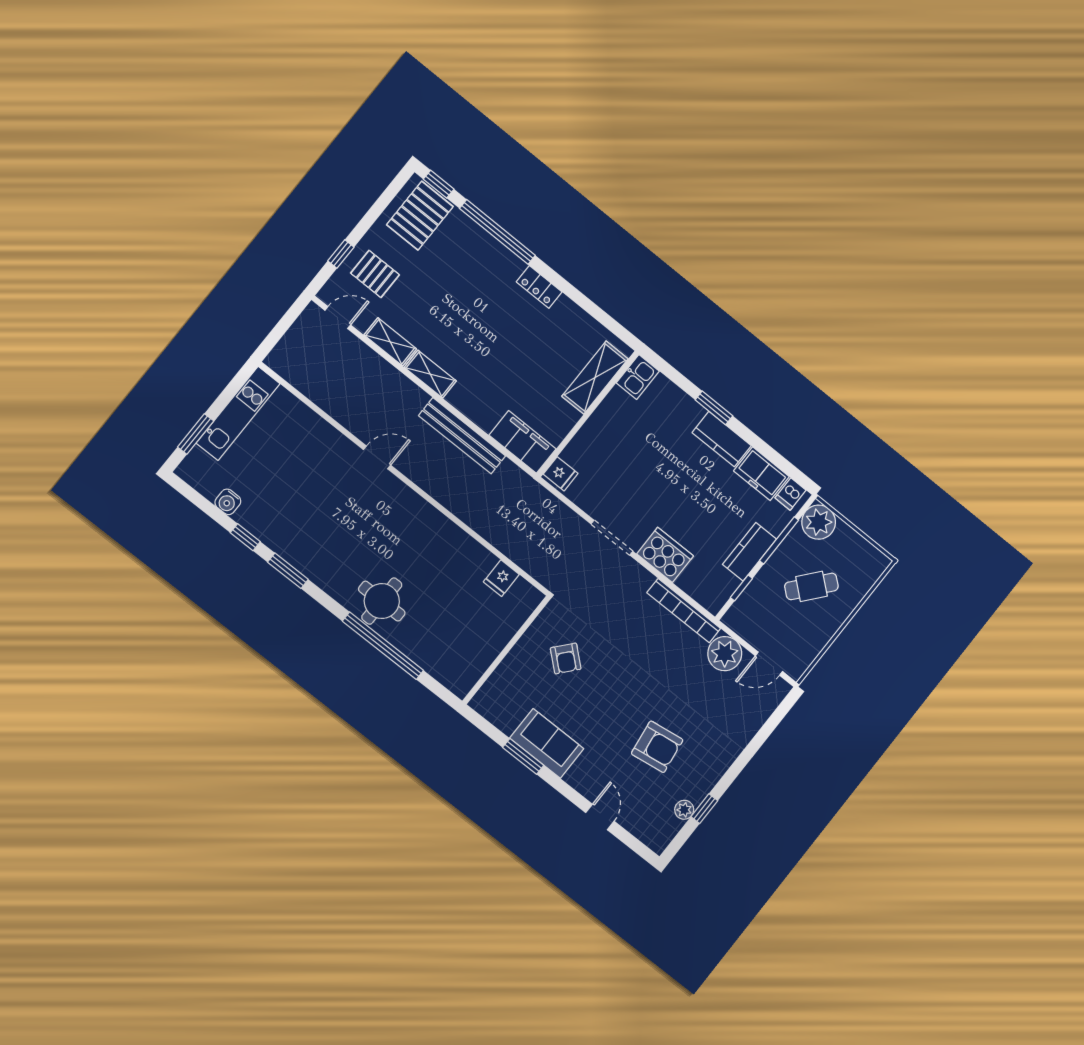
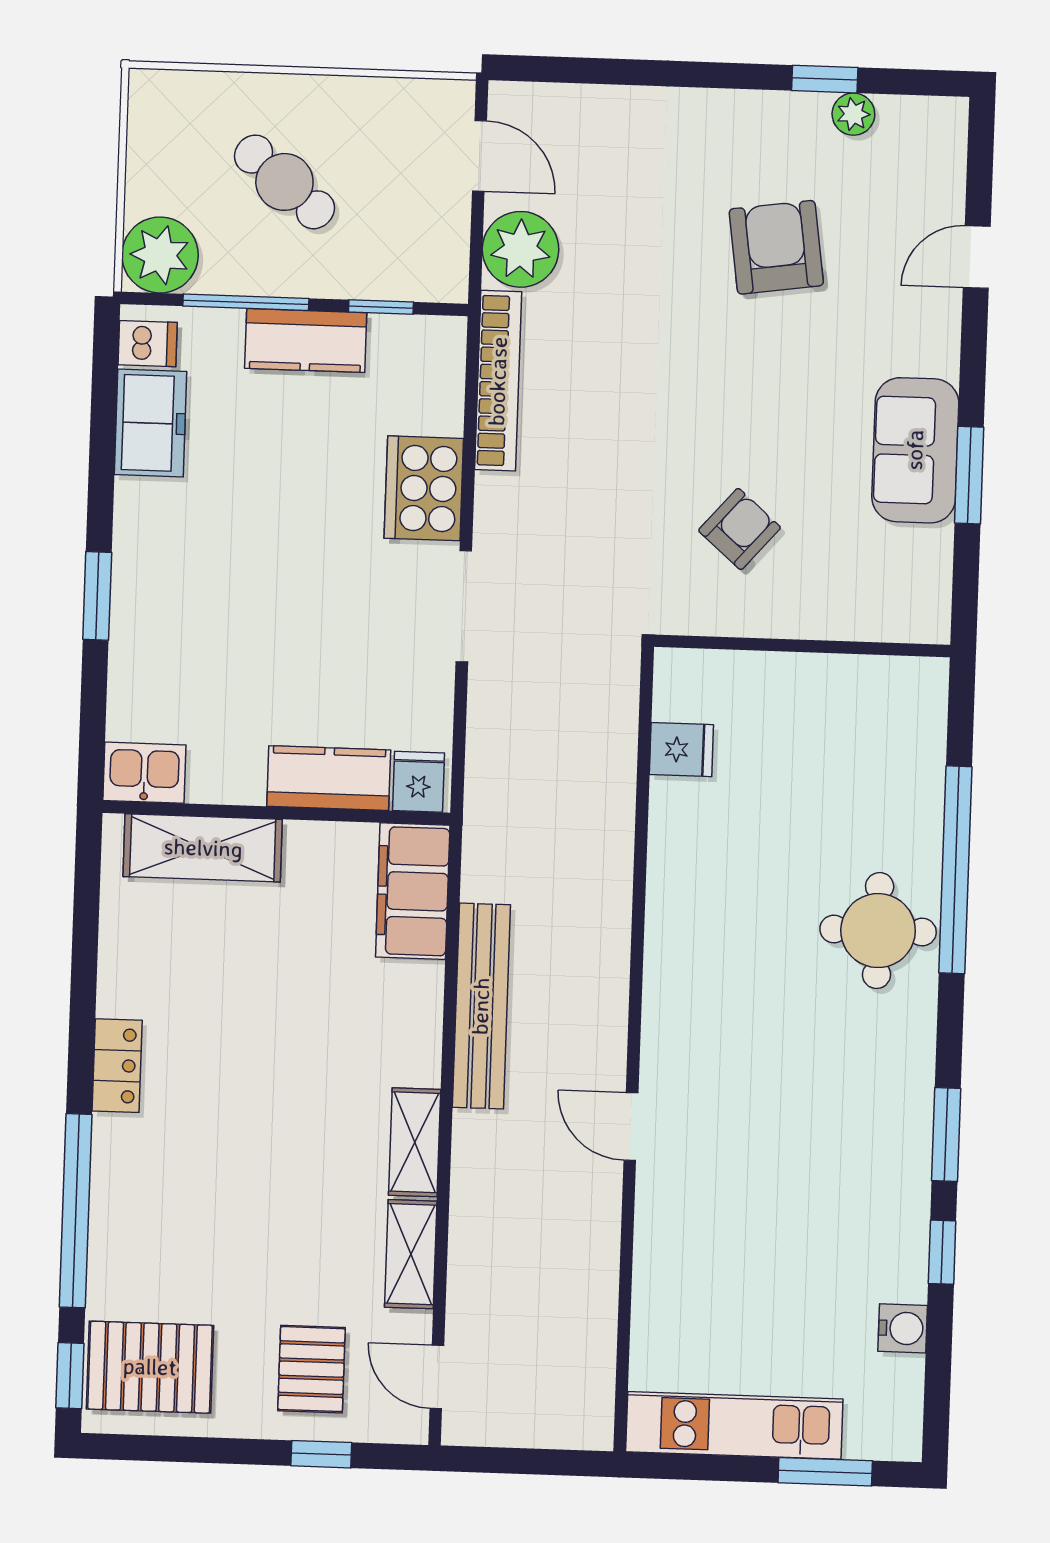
kitchen counter: (722, 439) -> (329, 778), moved, turned -90

